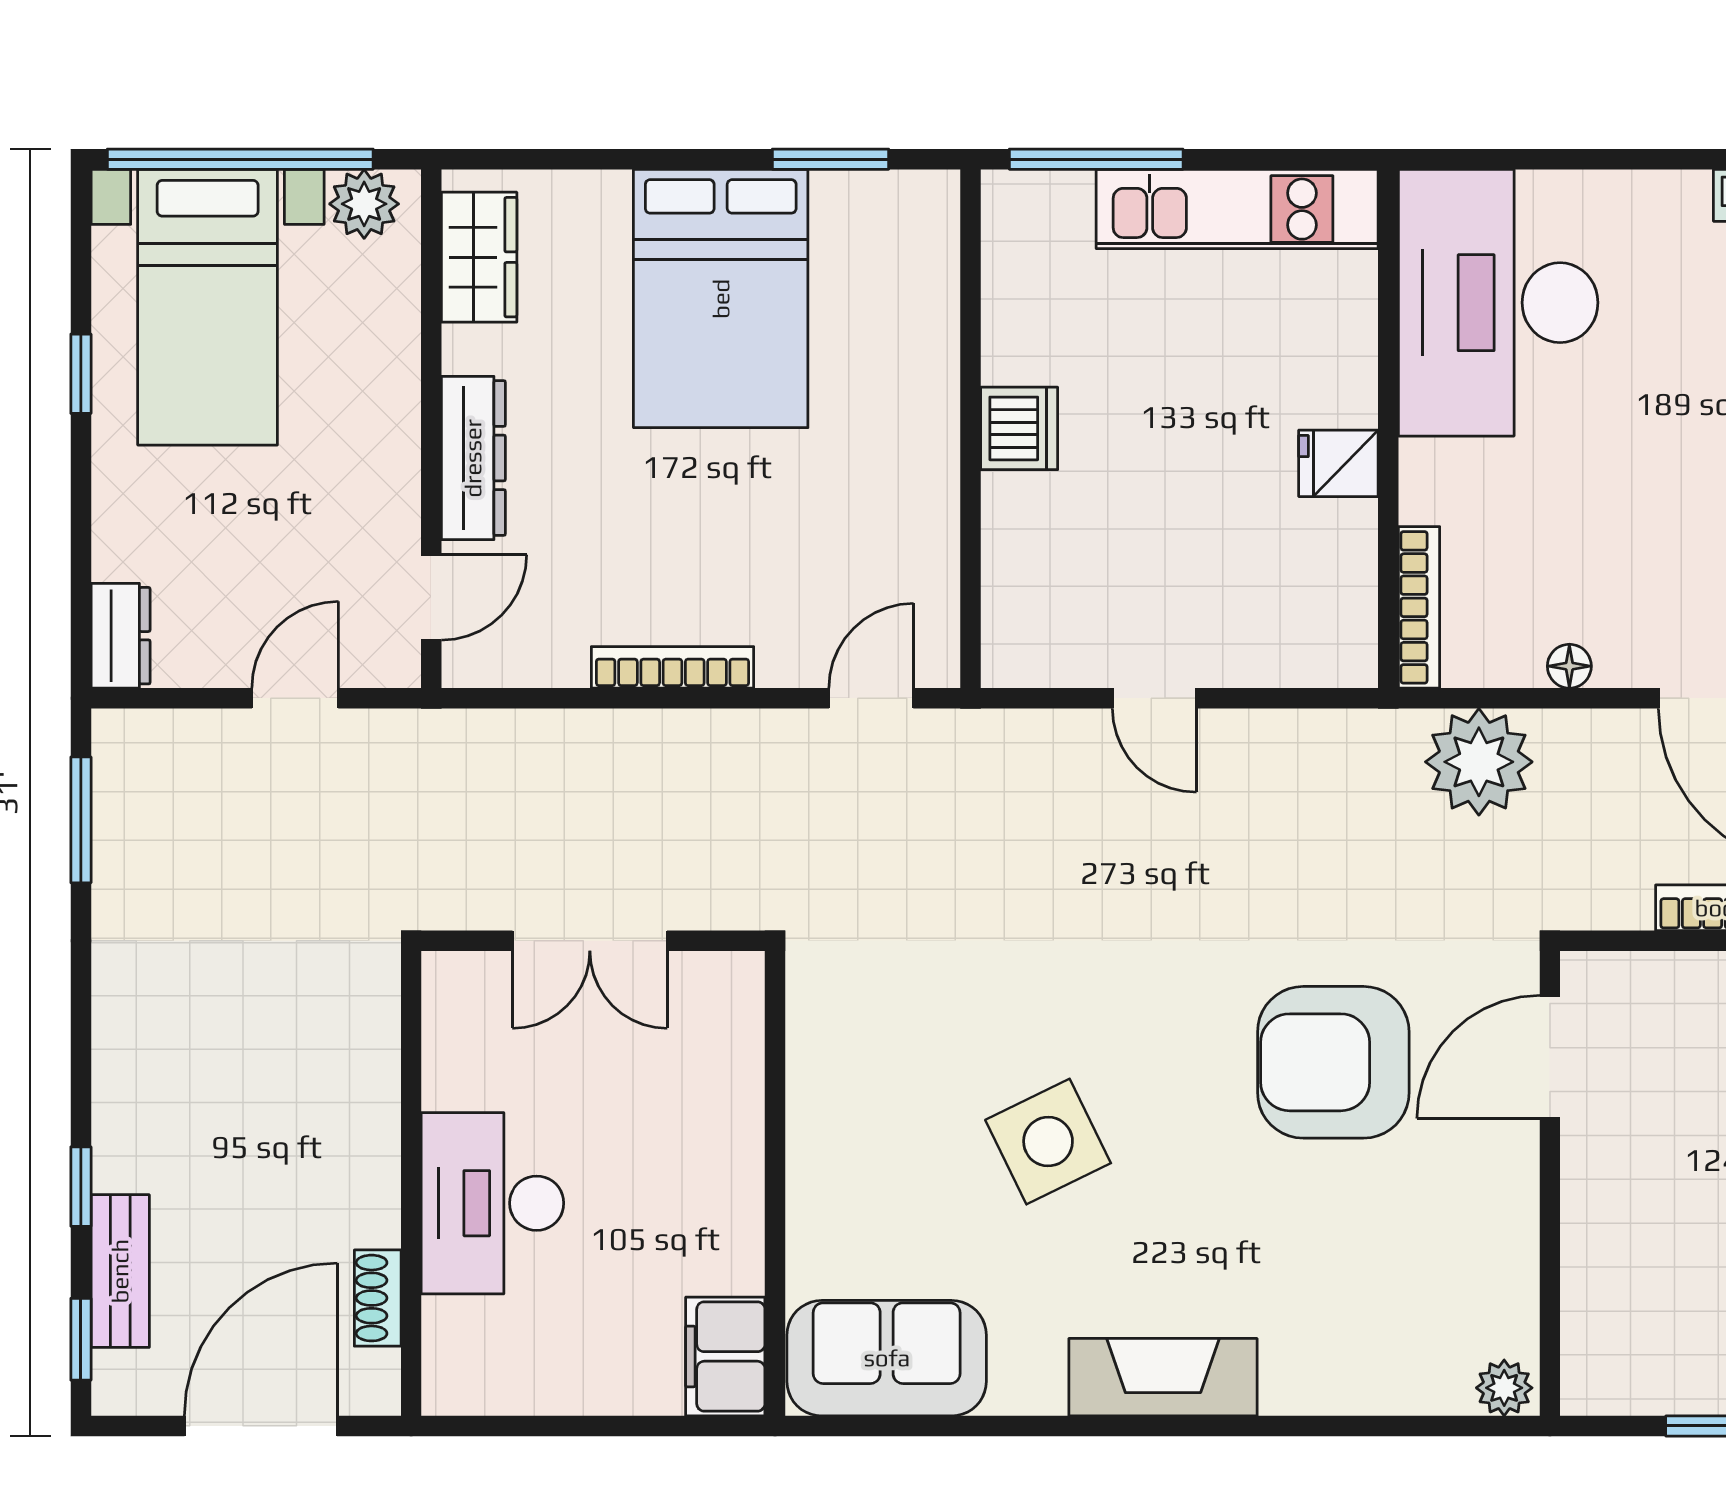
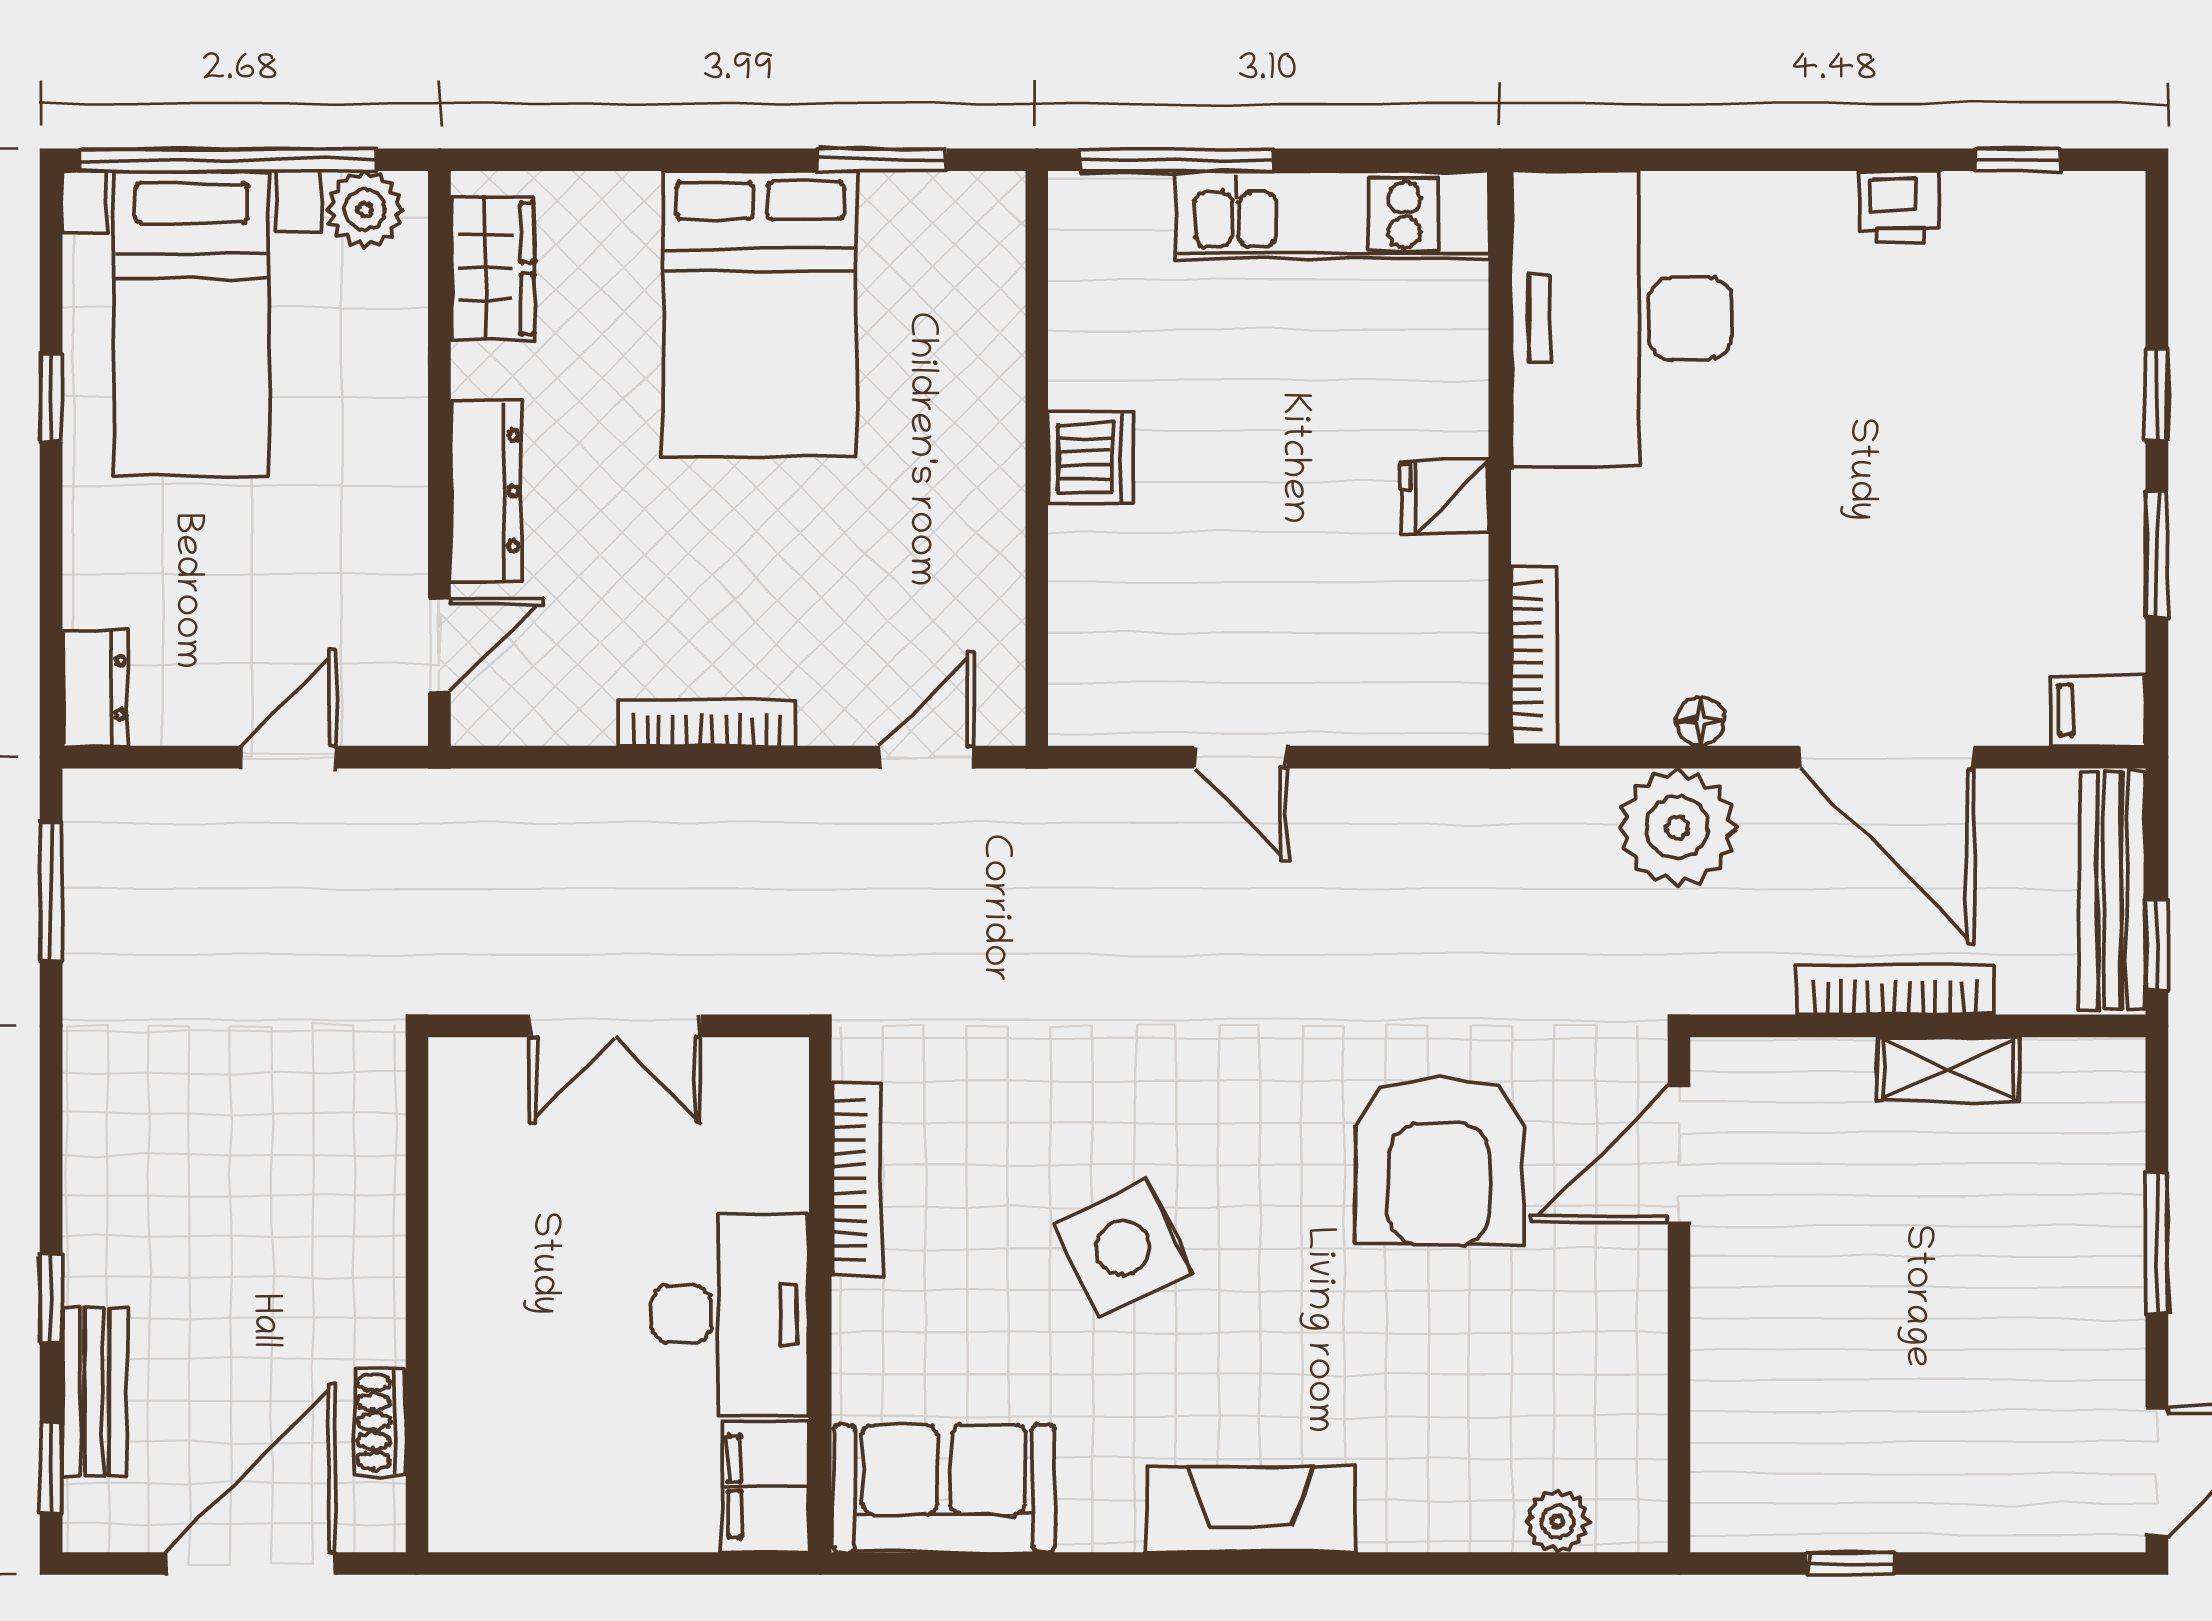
plant: (1479, 762) -> (1677, 828), moved
armchair: (1333, 1062) -> (1439, 1160), turned -90
bookcase: (807, 1080) -> (856, 1180), added
desk: (492, 1203) -> (730, 1314), moved, turned 180
plant: (1504, 1388) -> (1557, 1521), moved

